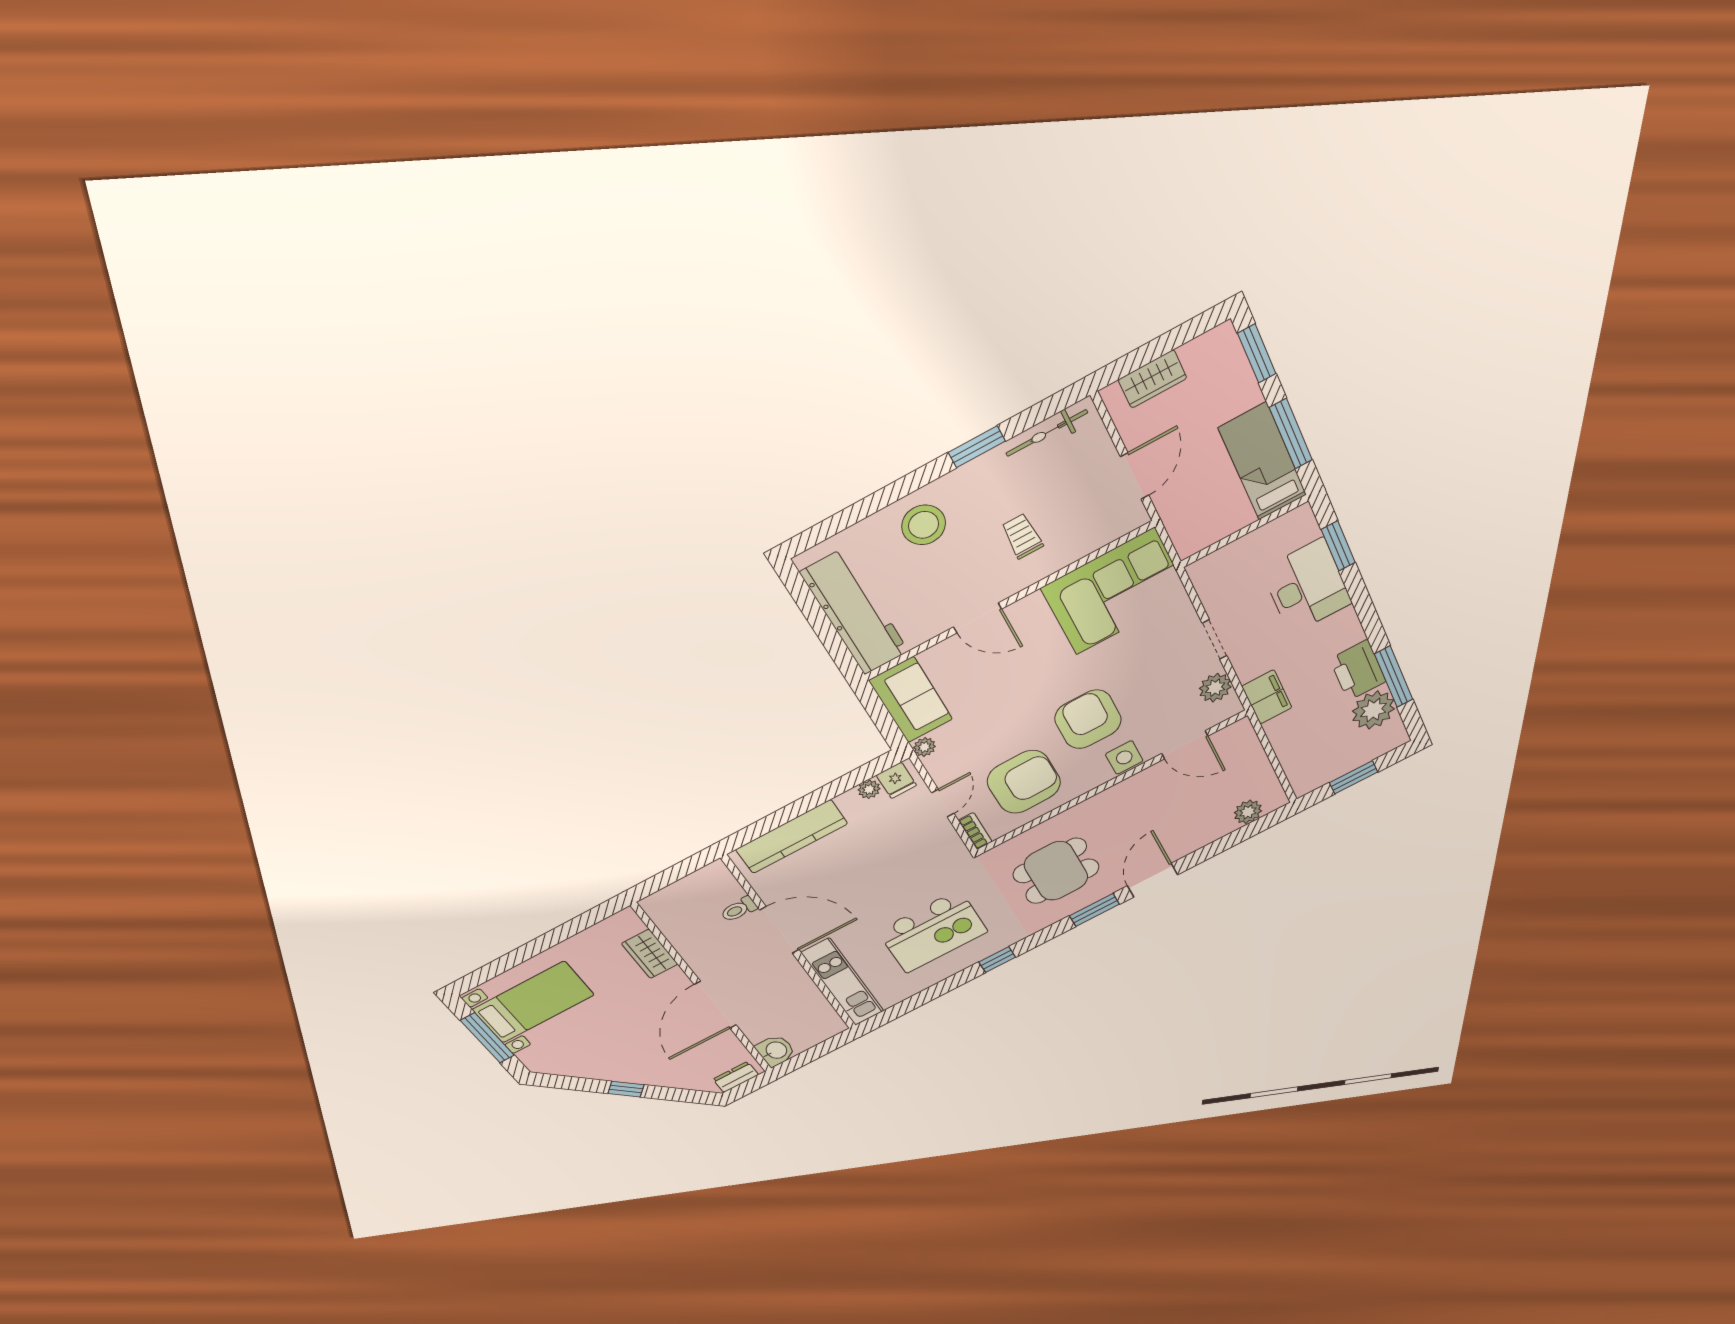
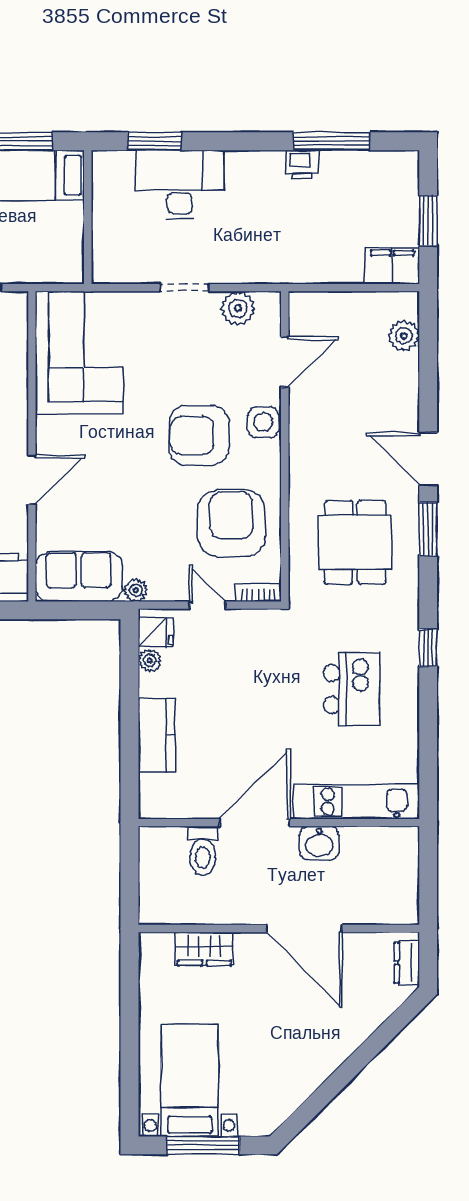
printer: (1358, 670) -> (303, 165), width x0.53, depth x0.68
filing cabinet: (1267, 697) -> (392, 266), moved
plant: (1373, 710) -> (359, 174), removed
kitchen counter: (792, 837) -> (157, 735), width x0.67
toilet: (739, 909) -> (203, 851), width x1.37, depth x1.39
kitchen island: (933, 931) -> (351, 689), width x0.73, depth x0.78
washbasin: (776, 1051) -> (319, 843), moved, turned 180
window: (626, 1089) -> (351, 1068), removed

